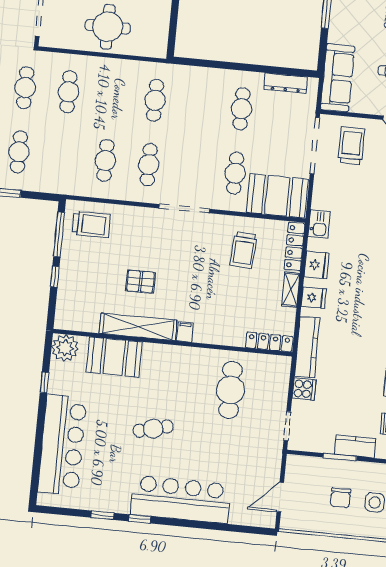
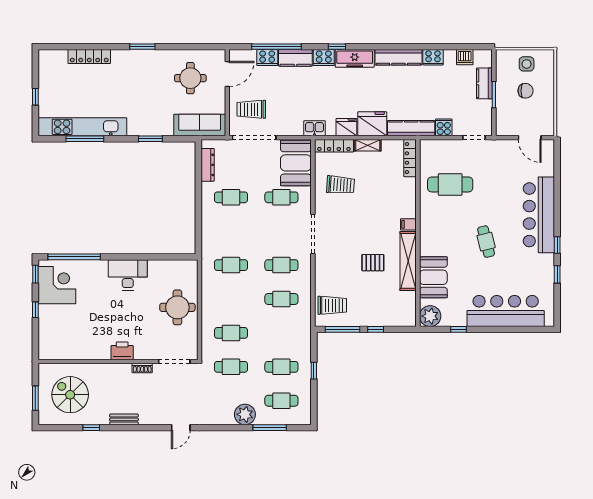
trolley: (91, 224) -> (332, 305), turned 90
pallet: (140, 282) -> (373, 263), turned 90
fridge: (314, 298) -> (372, 124), width x1.88, depth x1.34

